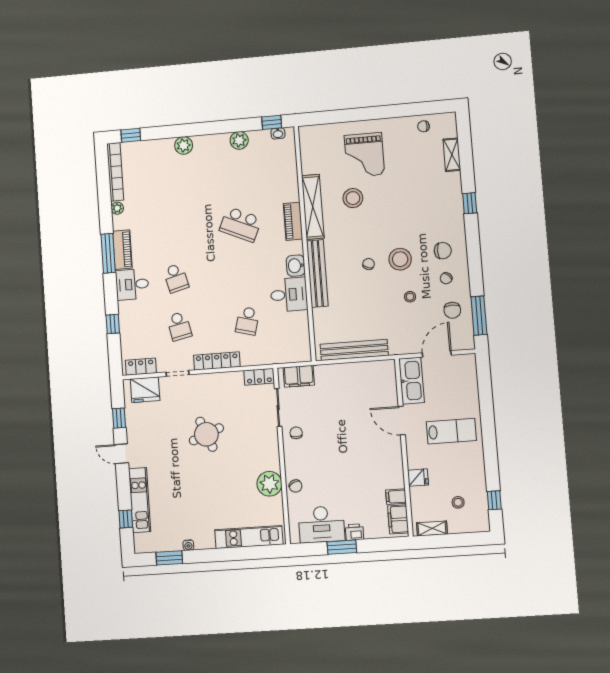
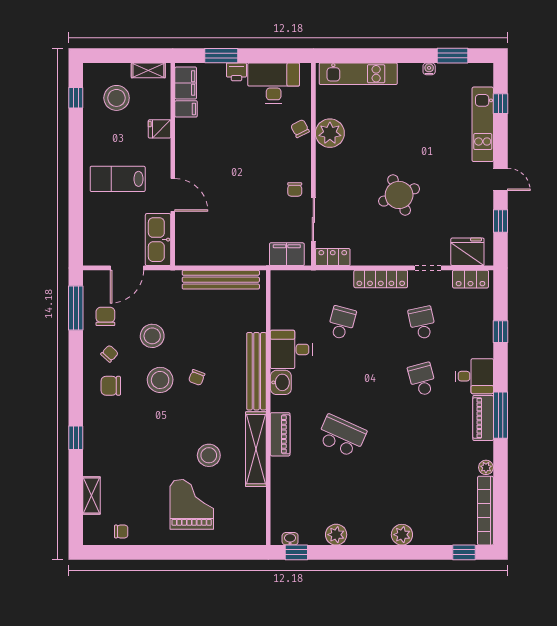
stool: (410, 297) -> (152, 336), width x1.89, depth x1.89
stool: (458, 502) -> (117, 98), width x1.89, depth x1.89
window: (342, 547) -> (221, 56), moved

